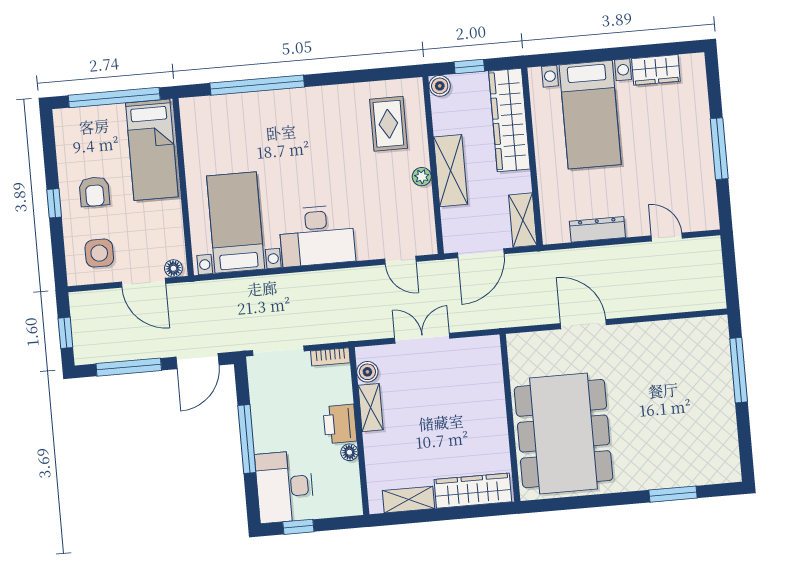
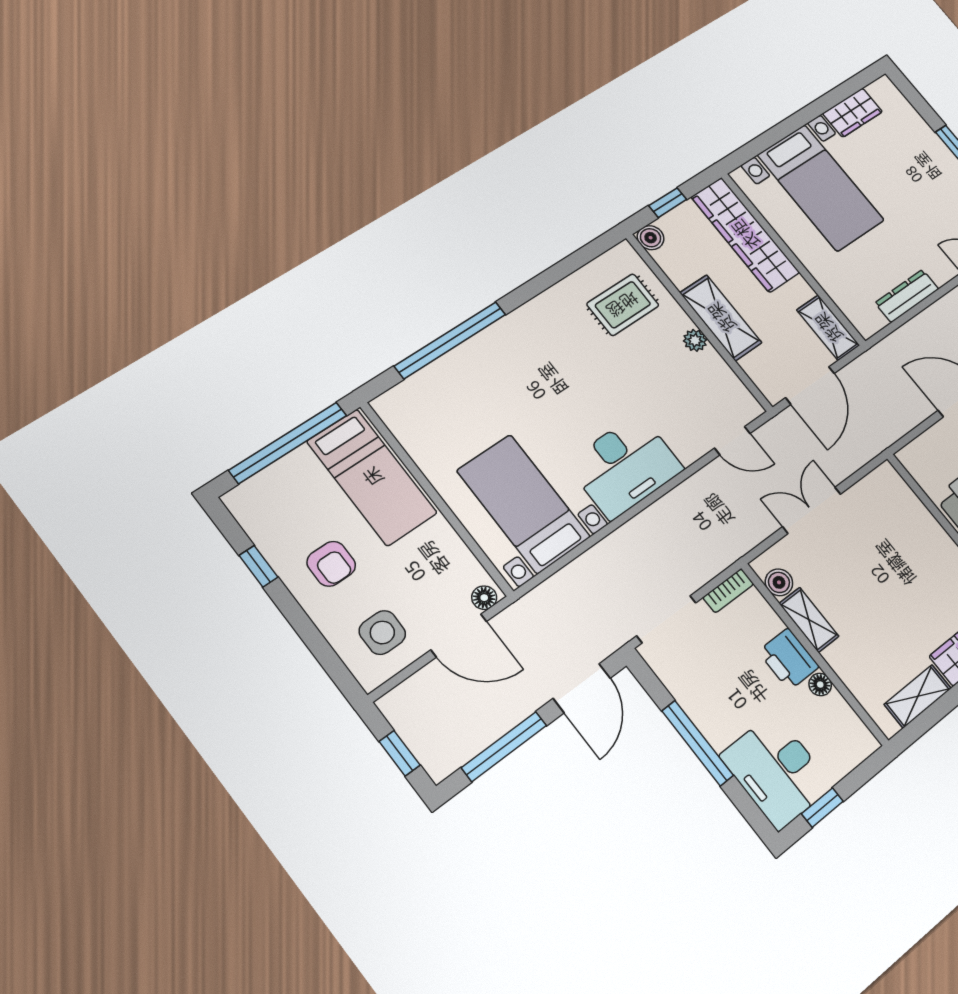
rug: (388, 124) -> (623, 305), turned 90
window: (54, 203) -> (259, 566), moved

